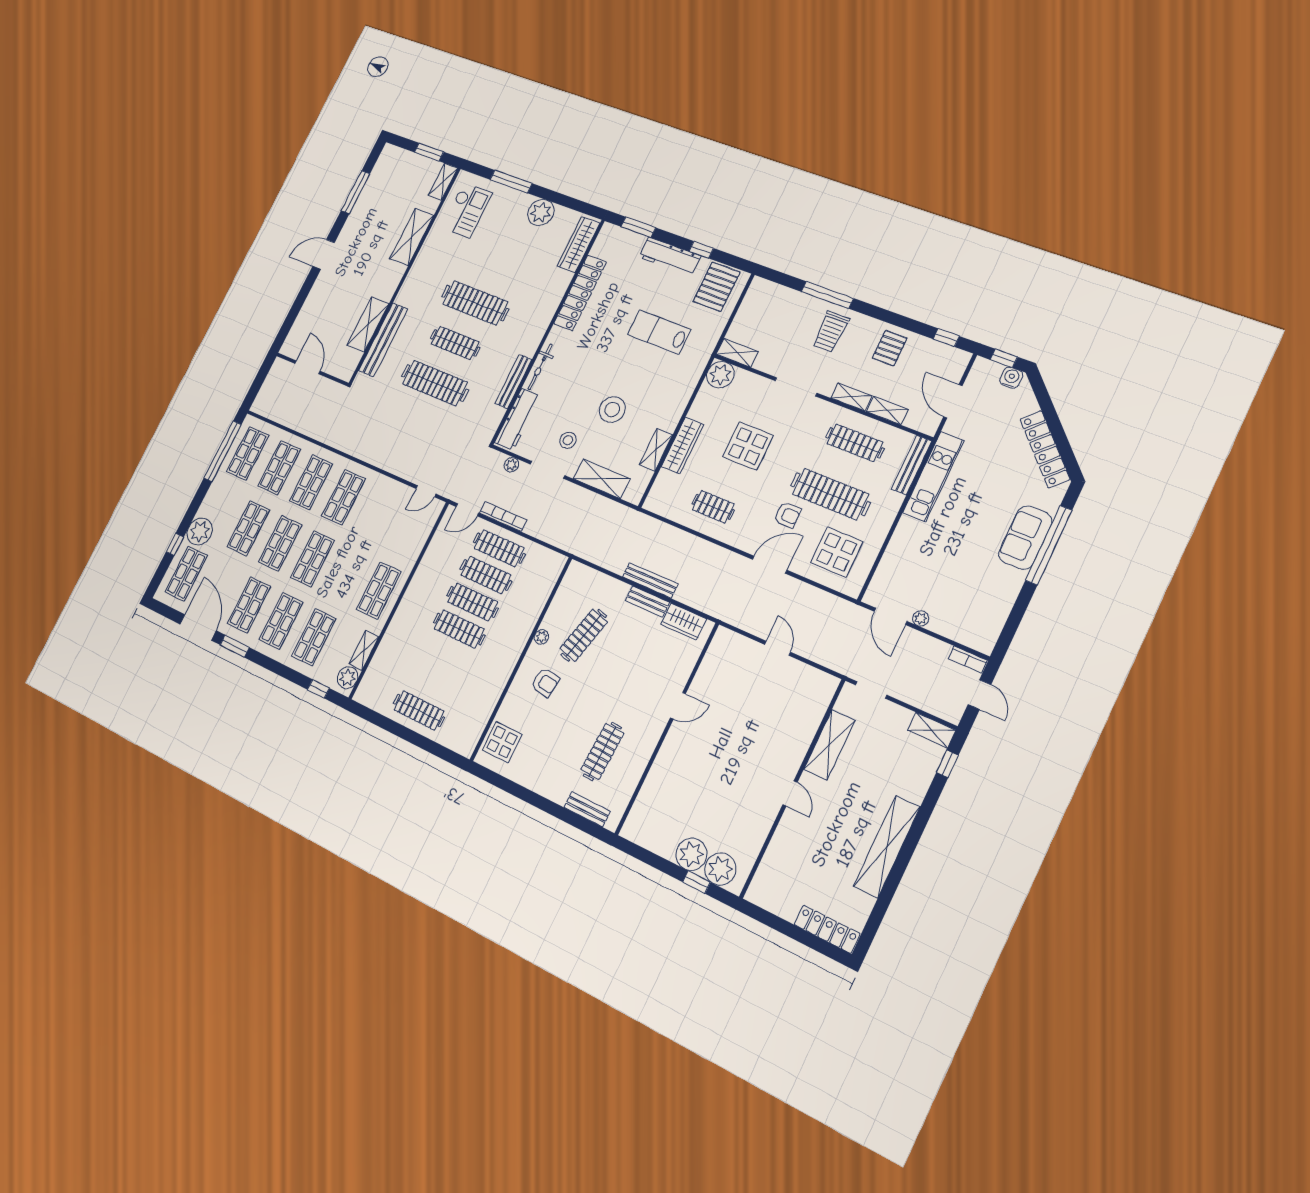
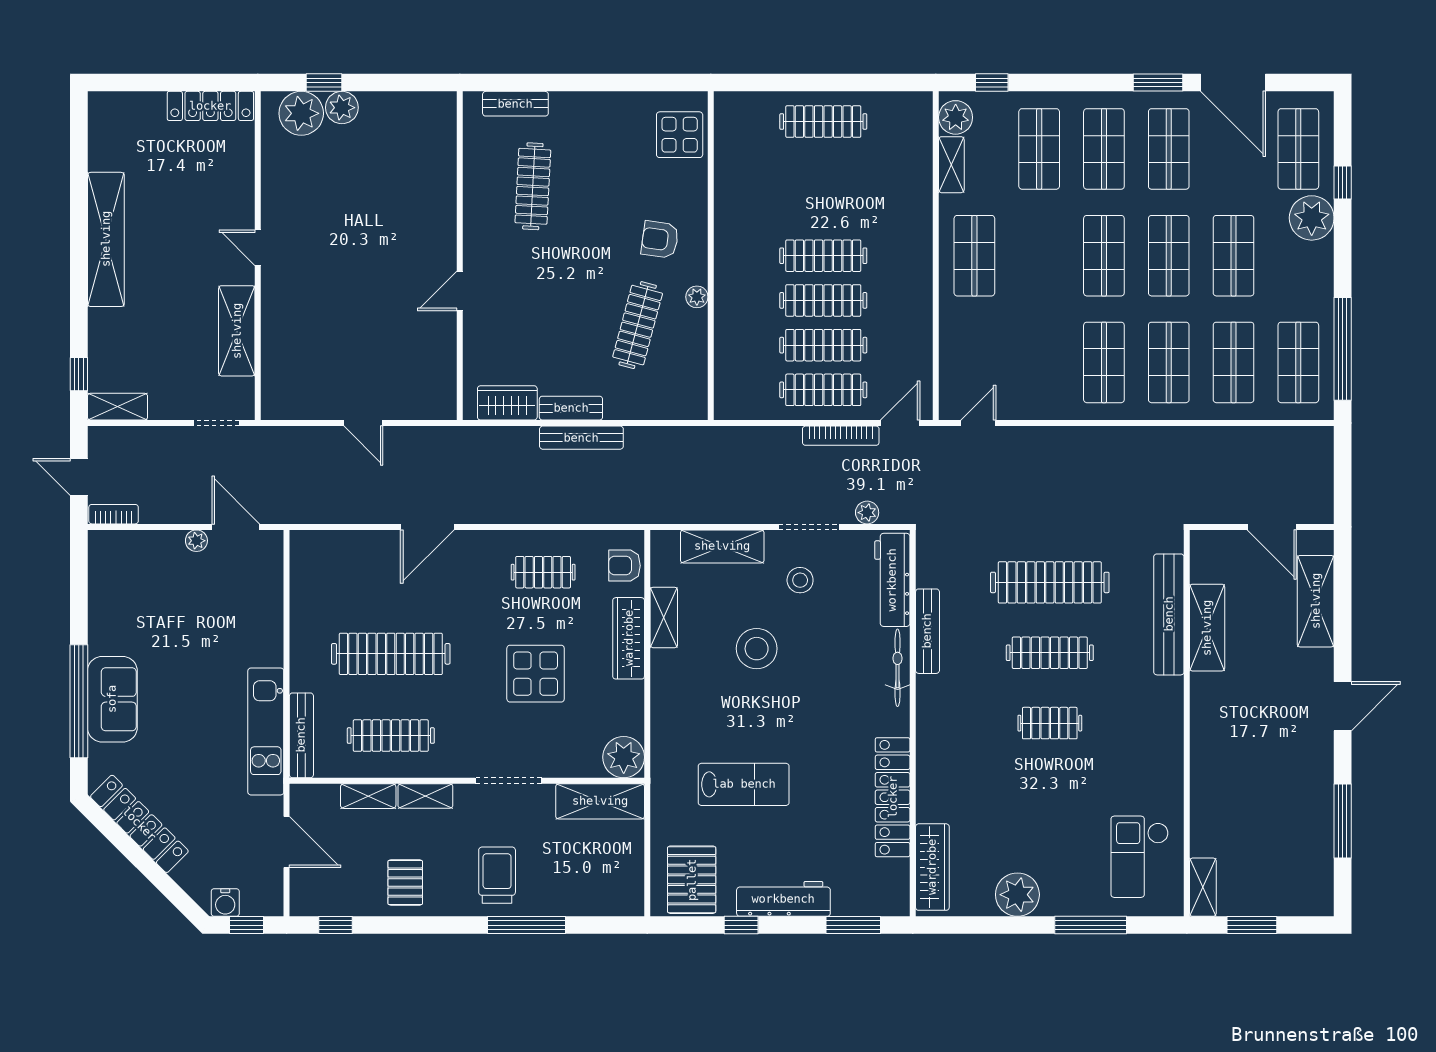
shelving: (412, 237) -> (1316, 601), moved
clothes rail: (475, 303) -> (1050, 723), width x0.54, depth x0.76
shelving: (737, 353) -> (600, 801), width x1.50, depth x1.33
armchair: (788, 515) -> (625, 566), moved
display table: (837, 552) -> (346, 581), removed
plant: (691, 854) -> (342, 108), width x0.73, depth x0.73
locker: (827, 929) -> (210, 106), moved

